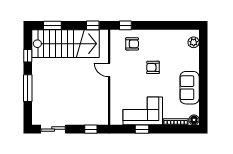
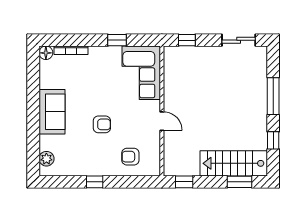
window: (125, 25) -> (95, 182), moved
stairs: (66, 44) -> (234, 163), width x0.73, depth x0.66
sofa: (190, 88) -> (52, 112), moved
corner sofa: (143, 111) -> (141, 73), moved, turned 90

